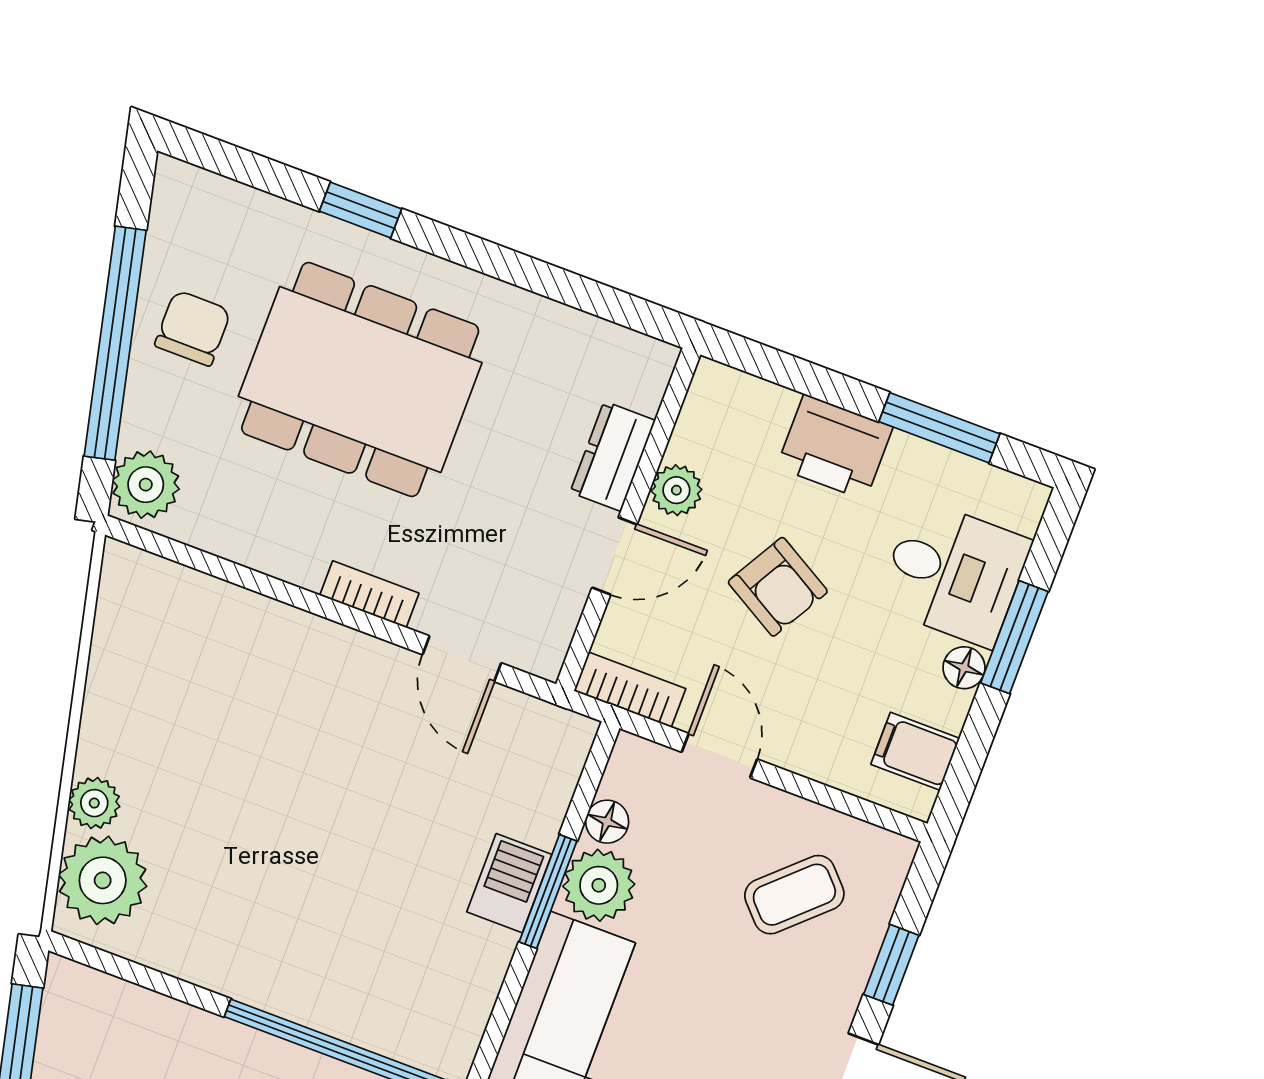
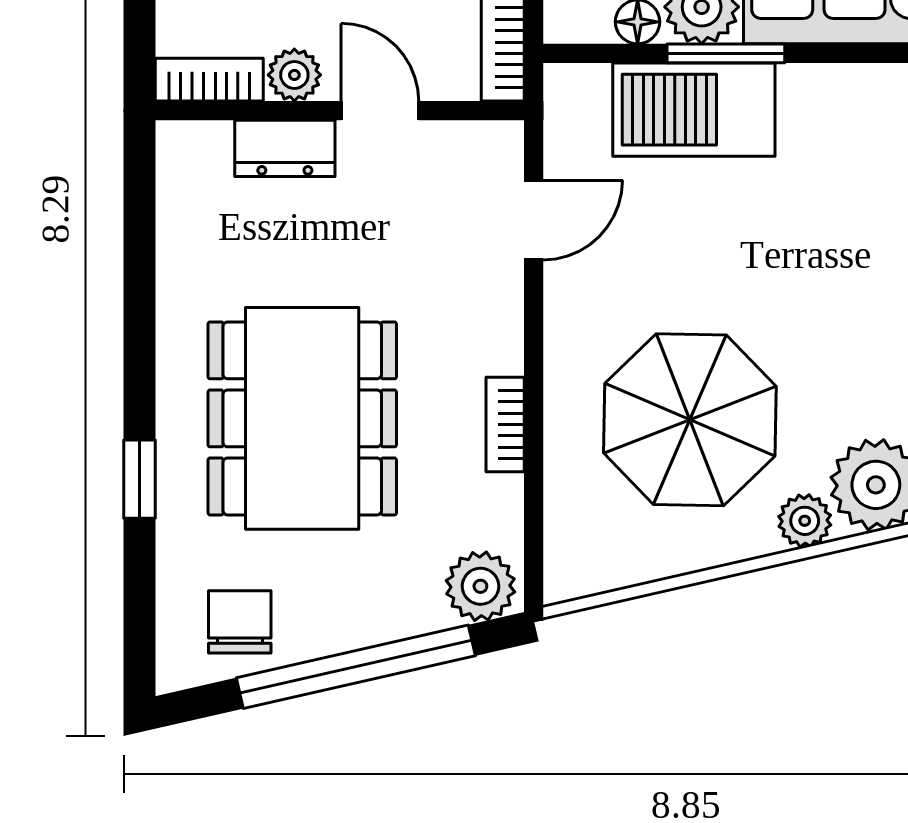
chair: (193, 328) -> (240, 622), moved, turned 90
bookcase: (701, 411) -> (209, 80), added
bookcase: (369, 594) -> (505, 425), moved
parasol: (226, 733) -> (690, 420), added
barbecue: (509, 883) -> (694, 110), width x1.88, depth x1.53

